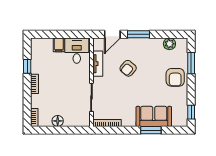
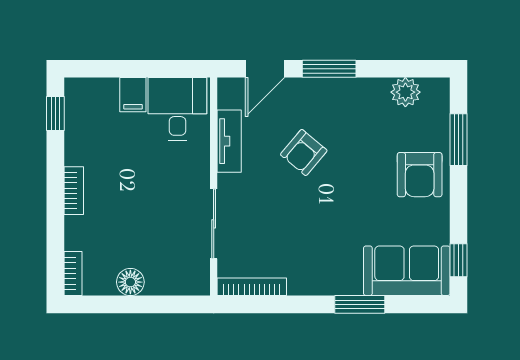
window: (27, 66) -> (55, 113), moved
sofa: (154, 116) -> (407, 271), moved

